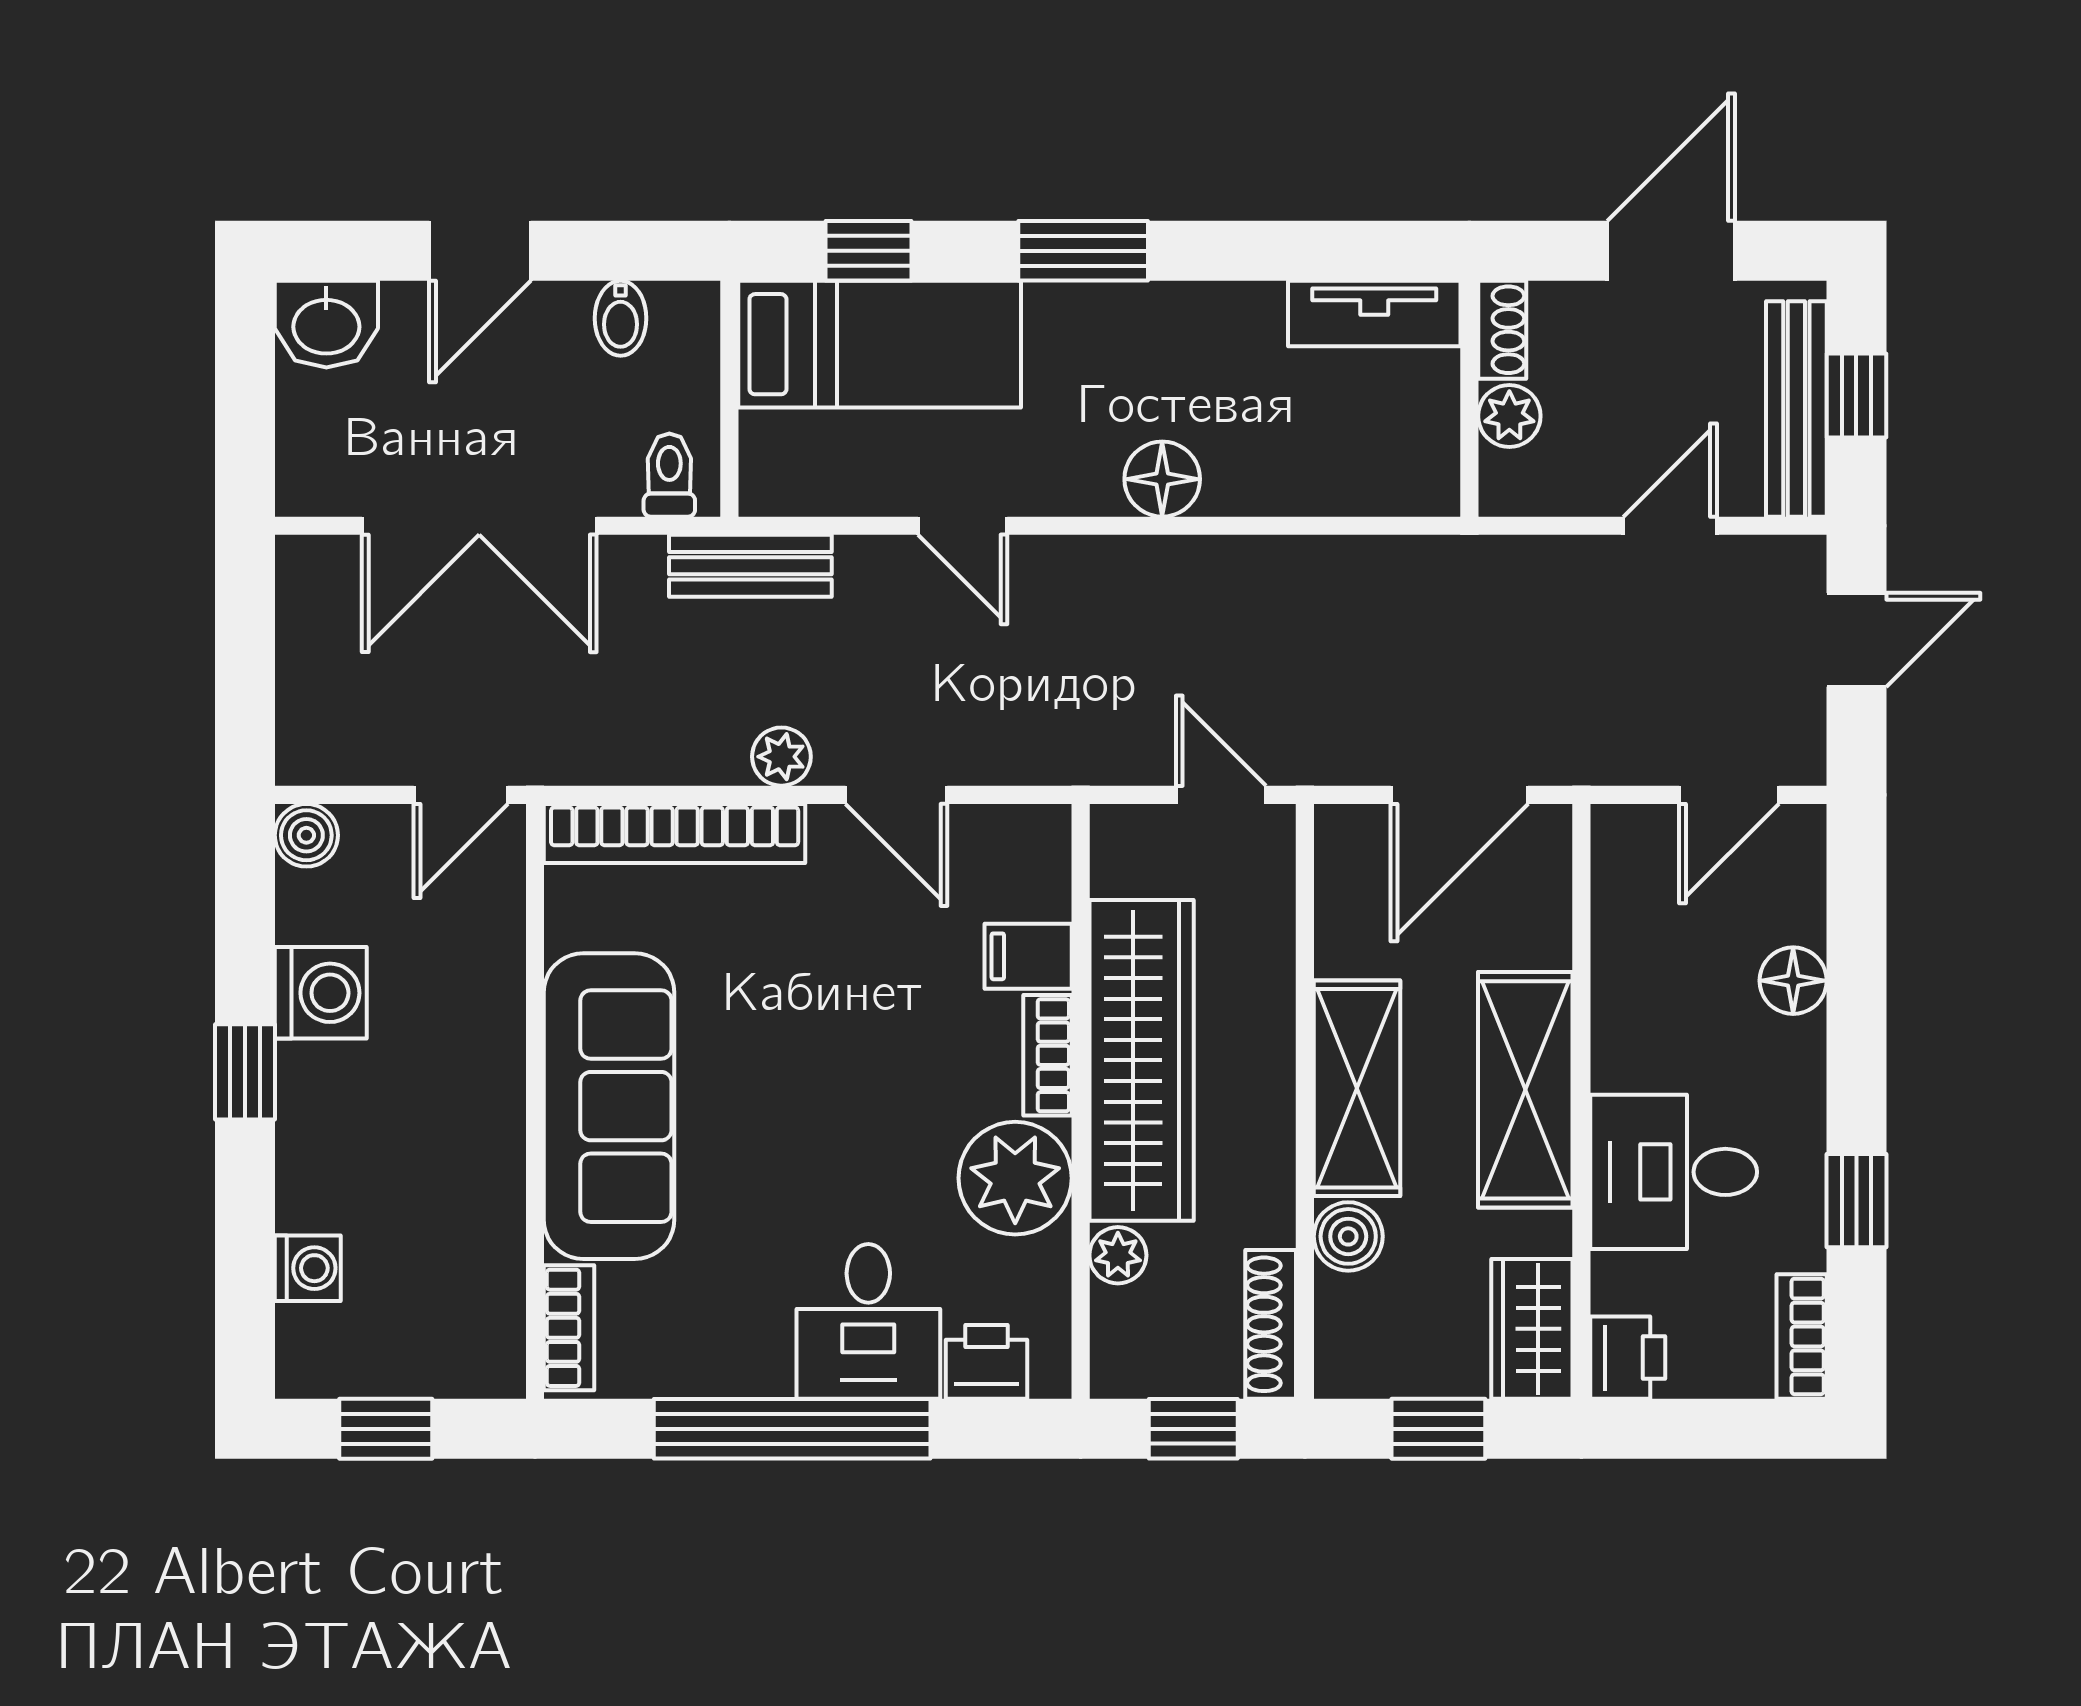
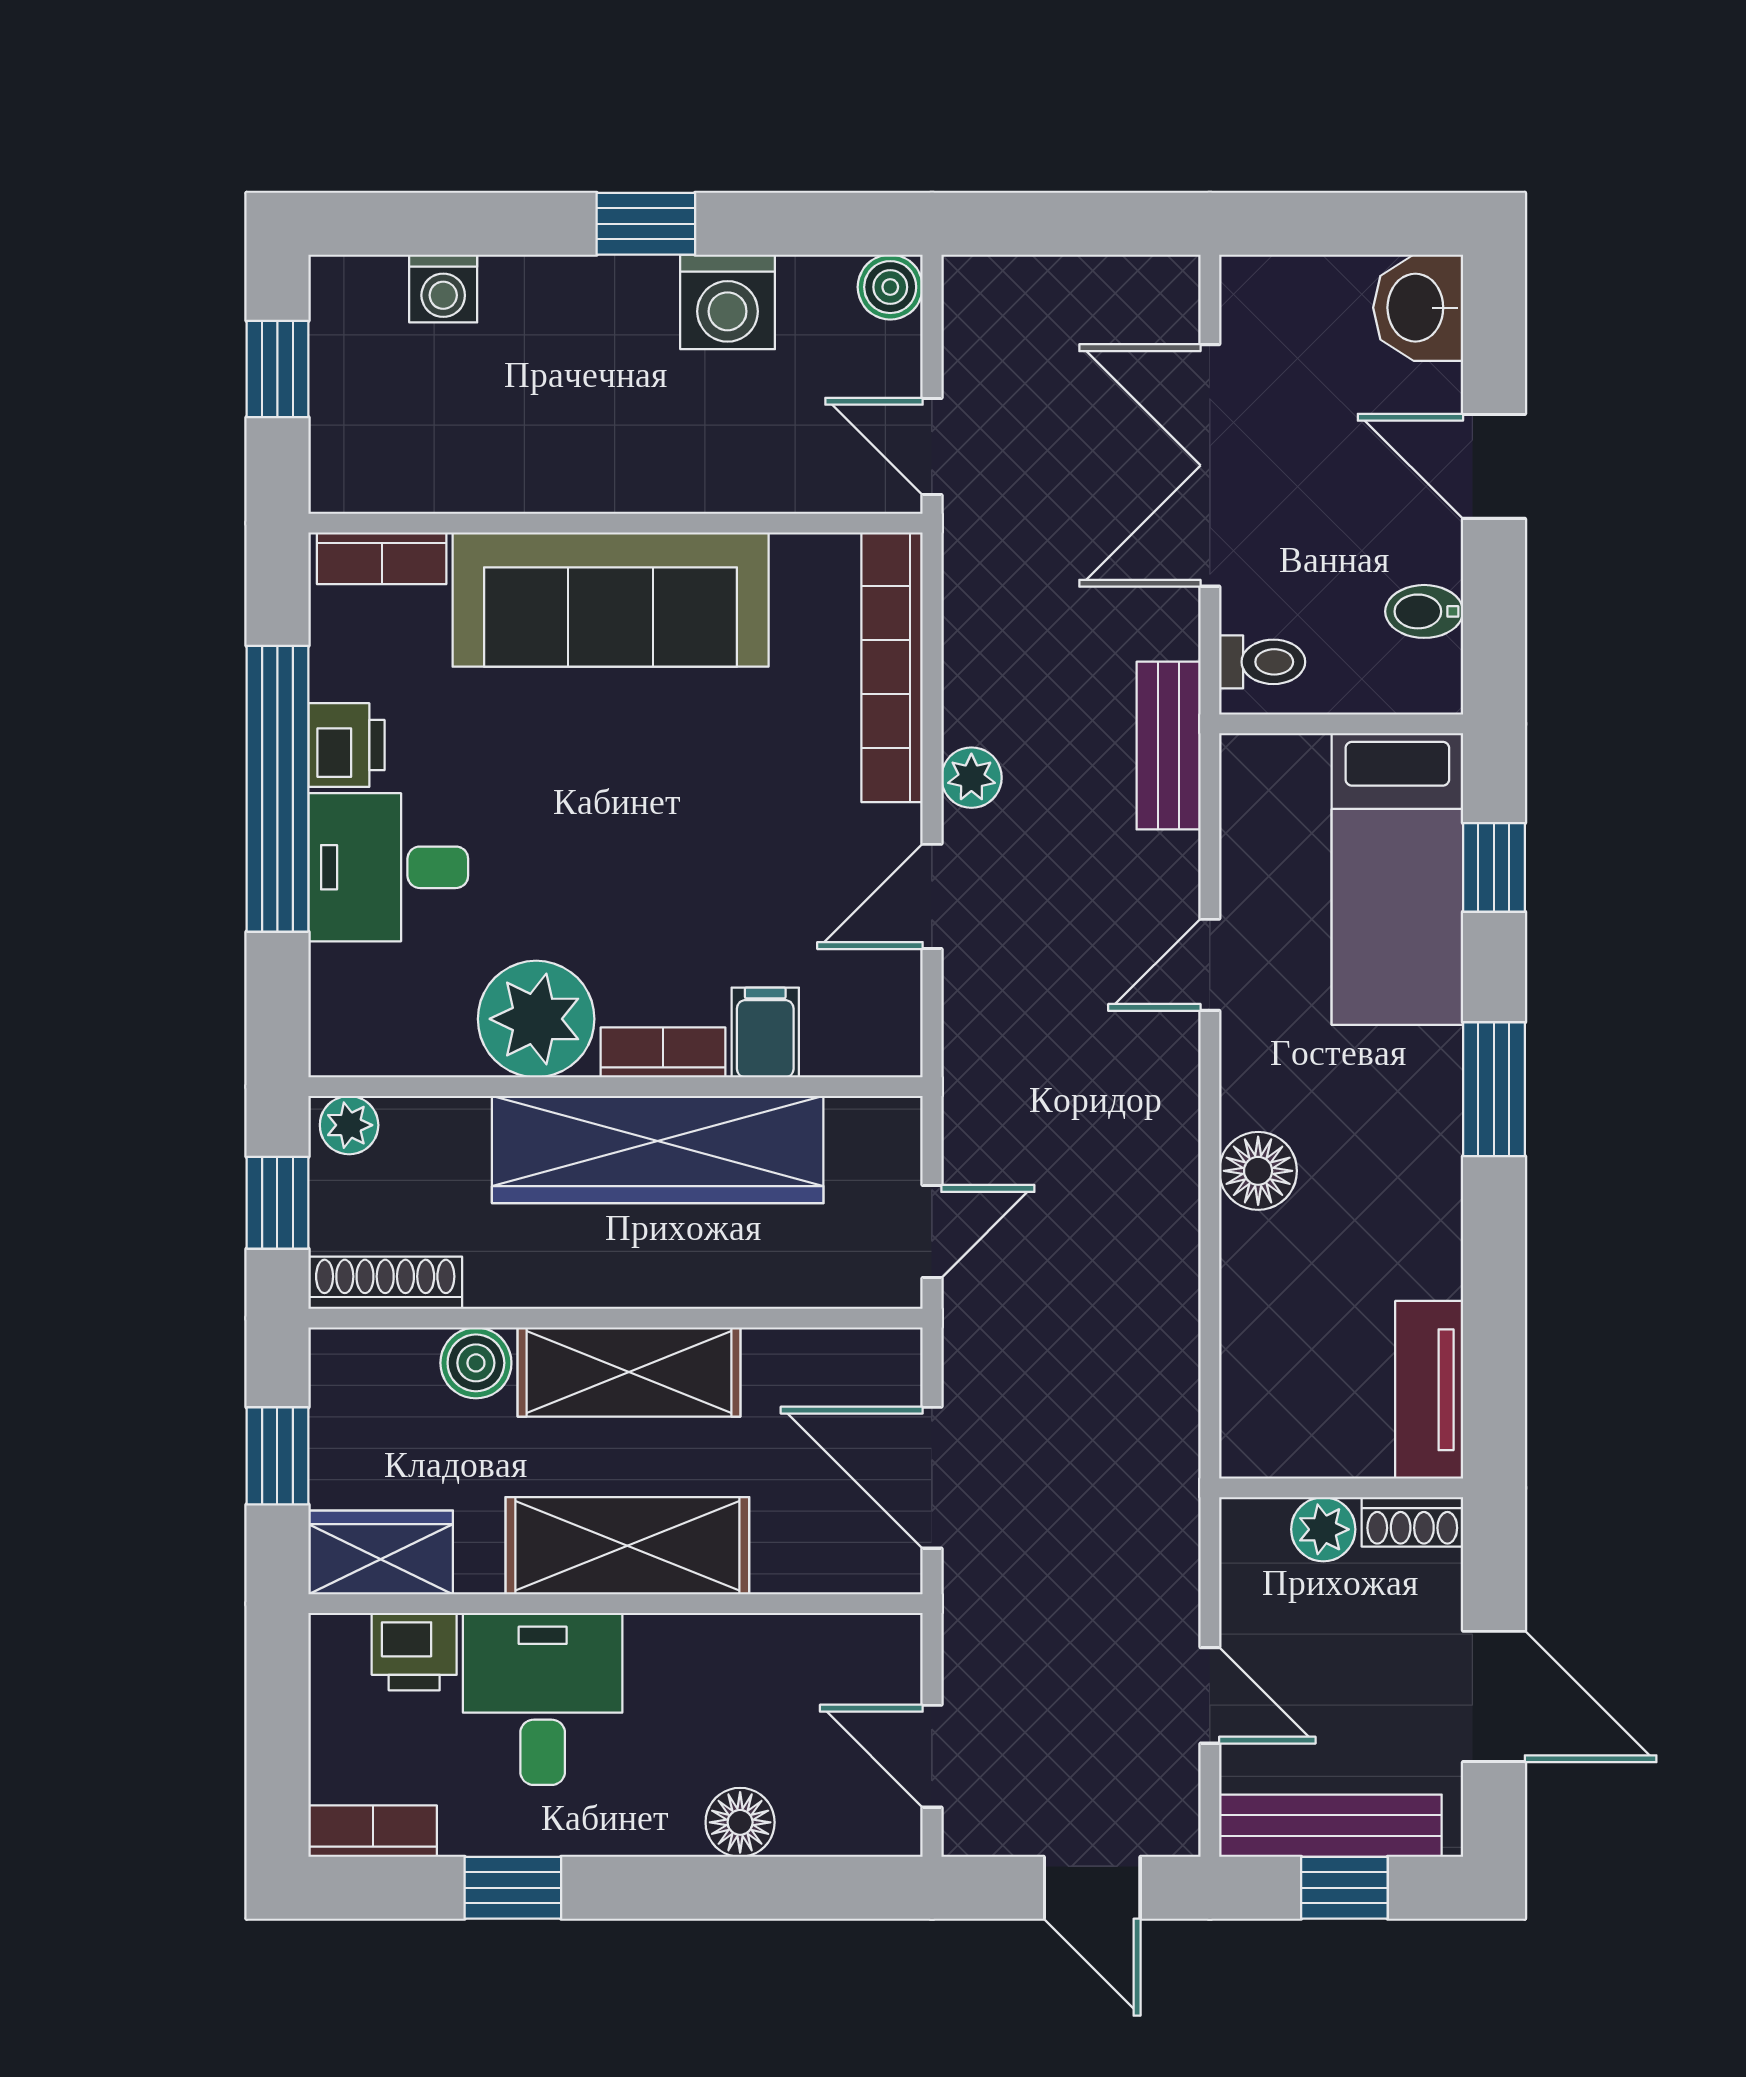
plant: (1118, 1255) -> (349, 1125), moved
printer: (1628, 1358) -> (414, 1652), moved
printer: (987, 1362) -> (346, 745), moved

